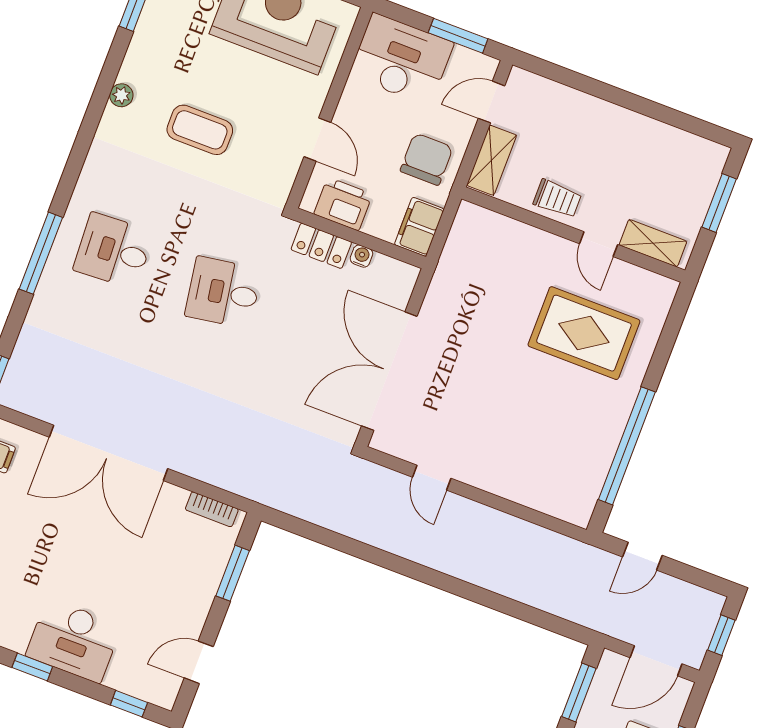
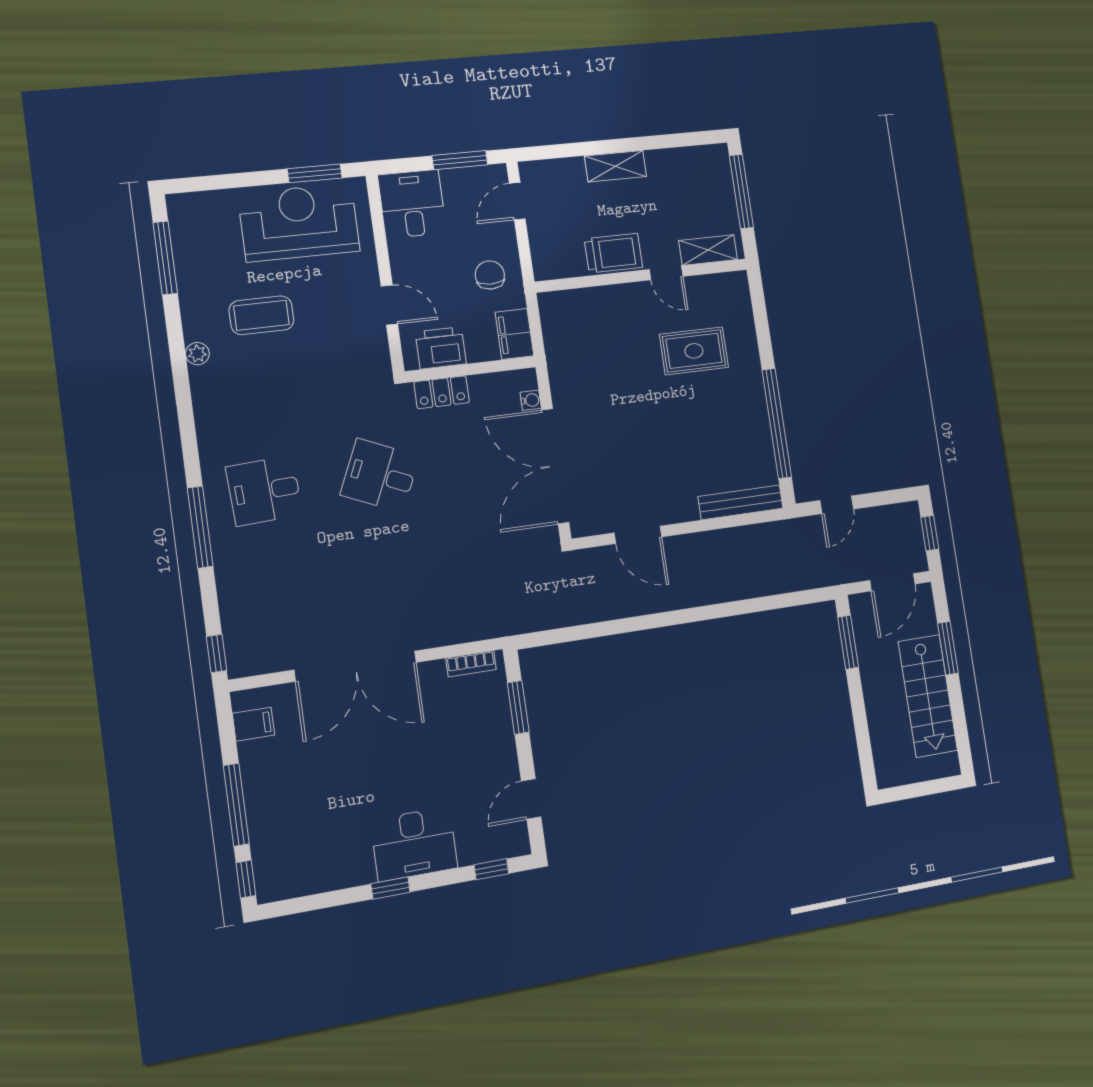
desk: (401, 59) -> (412, 204), width x0.73
coffee table: (200, 130) -> (261, 315), moved
chair: (427, 159) -> (490, 275), width x0.73, depth x0.73
shelving: (492, 160) -> (615, 166), moved, turned 90
trolley: (557, 199) -> (613, 253), width x1.36, depth x1.39
window: (719, 203) -> (741, 191), width x1.44
water cooler: (361, 256) -> (531, 400), moved, turned 90
desk: (223, 292) -> (380, 476), turned 33
rug: (584, 333) -> (694, 351), width x0.73, depth x0.70
door: (432, 478) -> (638, 535), width x1.38
bench: (548, 502) -> (741, 502), added

